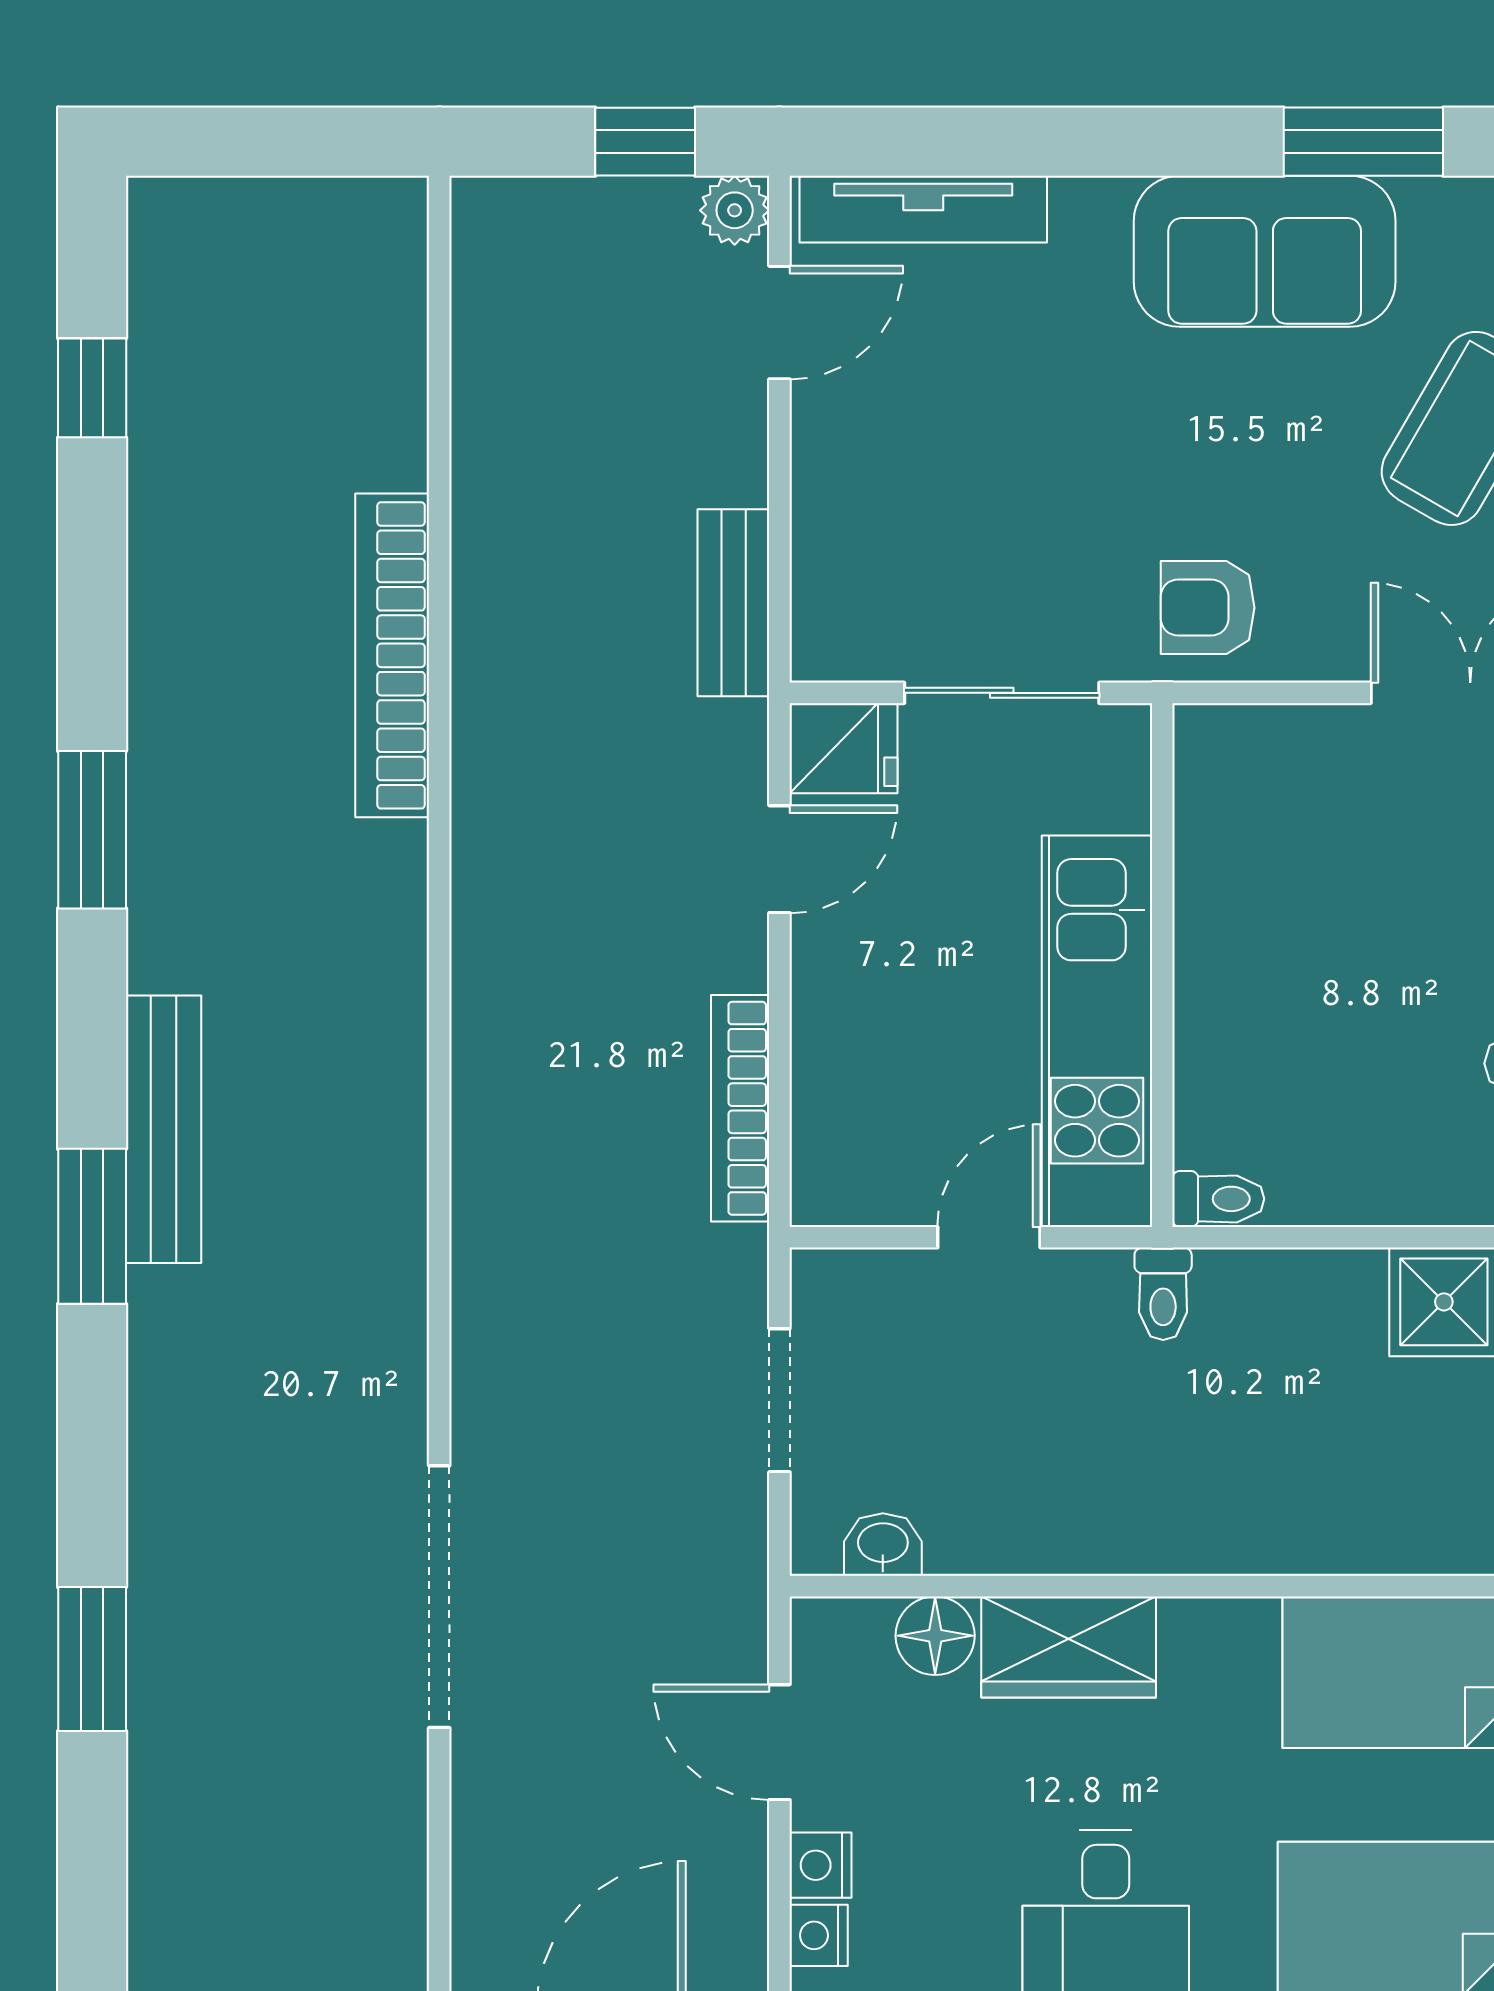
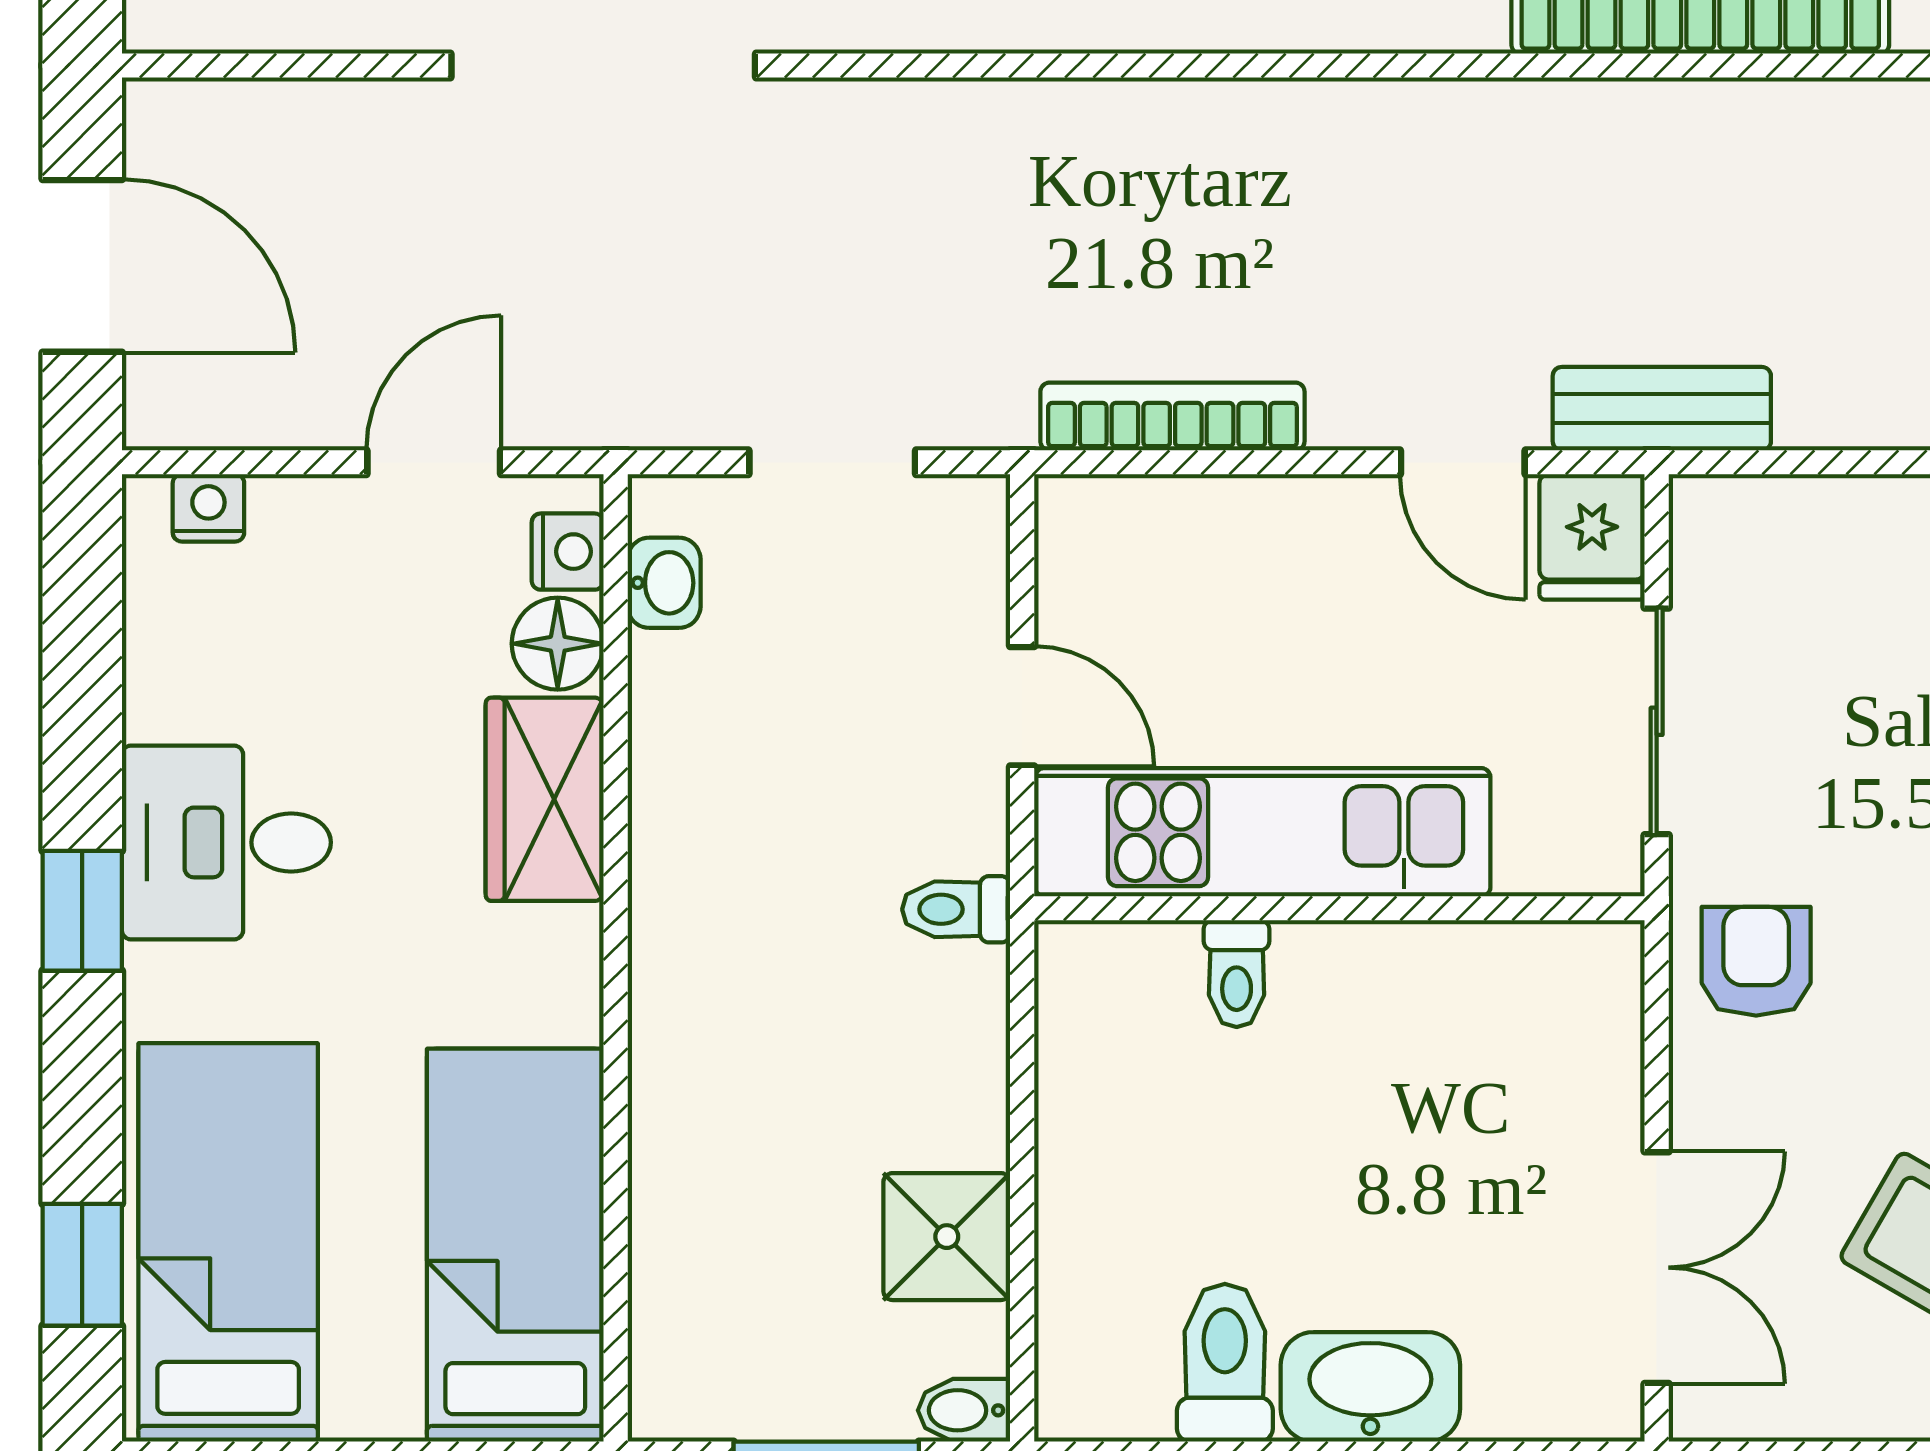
bench: (733, 603) -> (1662, 409), moved
toilet: (1218, 1199) -> (1237, 974), moved
nightstand: (821, 1865) -> (568, 552), moved, turned 90

